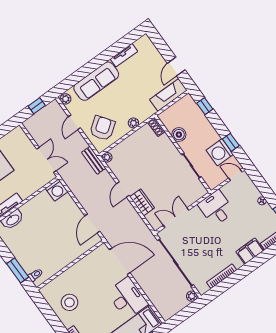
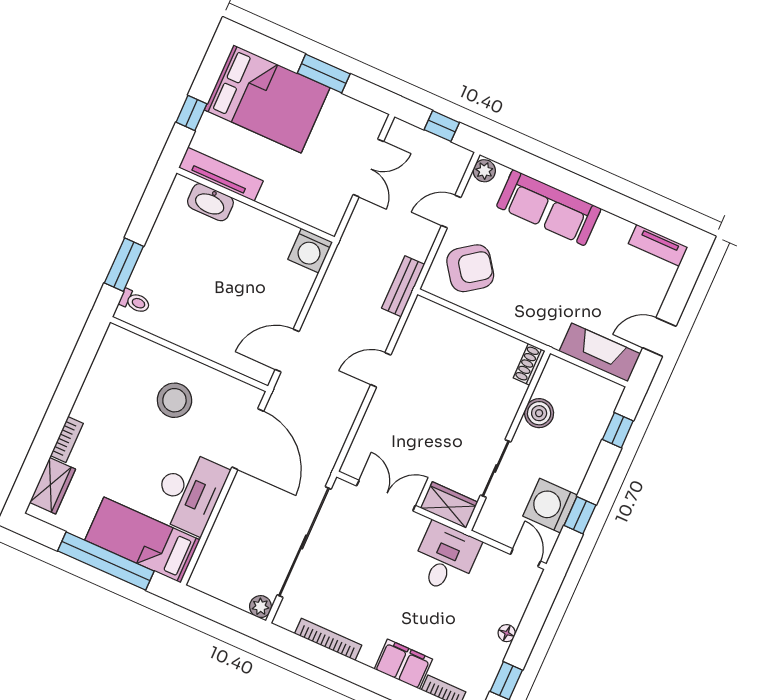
tv unit: (124, 55) -> (658, 245), moved
plant: (133, 123) -> (512, 319), removed
plant: (107, 157) -> (423, 307), removed
double door: (46, 160) -> (368, 168), moved
wardrobe: (142, 202) -> (449, 505), moved, turned -90
stool: (69, 302) -> (174, 400), moved

